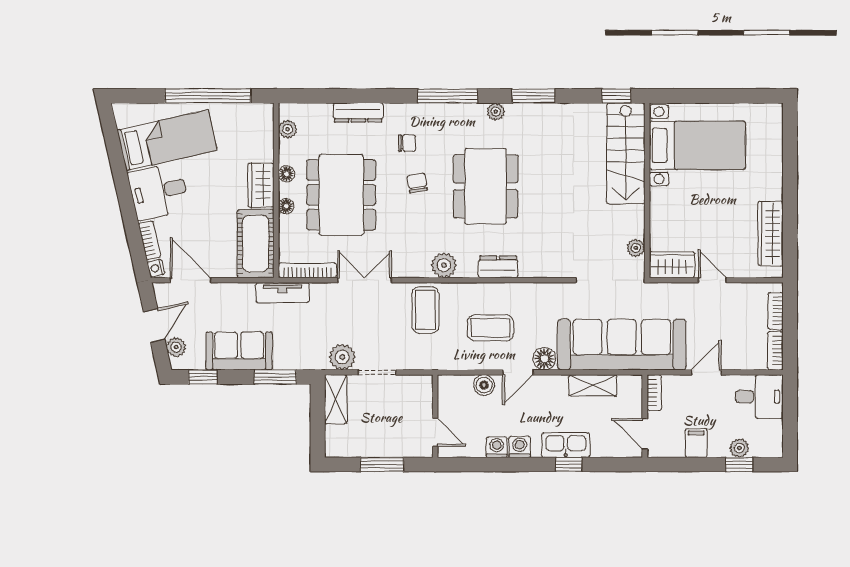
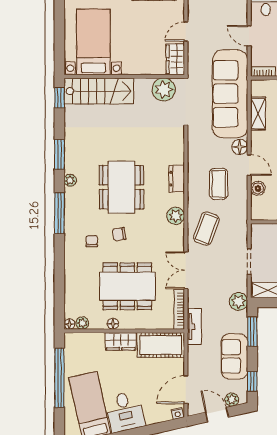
dresser: (358, 113) -> (71, 275), removed
dining table: (486, 186) -> (121, 187), turned 90
floor lamp: (286, 206) -> (69, 324), moved
bookcase: (150, 240) -> (158, 418), removed
plant: (636, 248) -> (164, 90), width x1.87, depth x1.87
coffee table: (425, 310) -> (206, 229), turned -70
plant: (342, 357) -> (239, 301), moved

